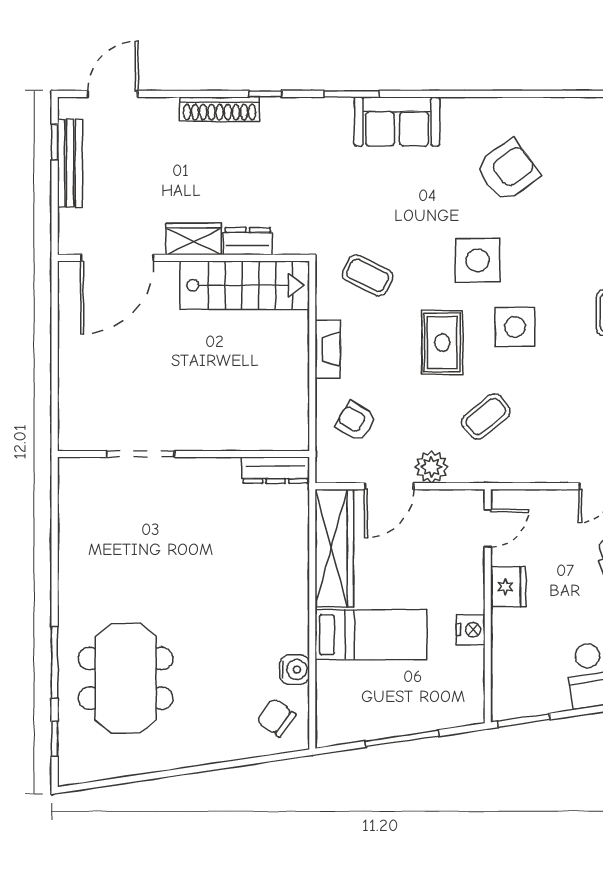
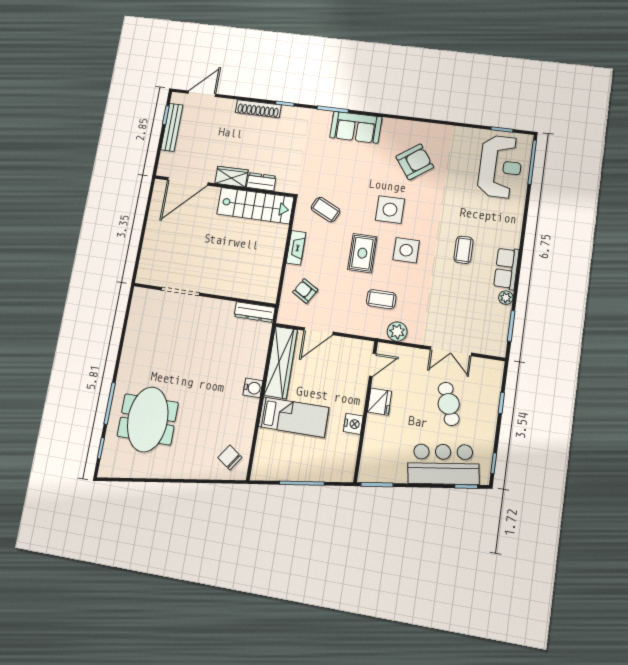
coffee table: (486, 417) -> (381, 299), turned 39
plant: (431, 467) -> (397, 332), moved
water cooler: (295, 670) -> (253, 388), moved

